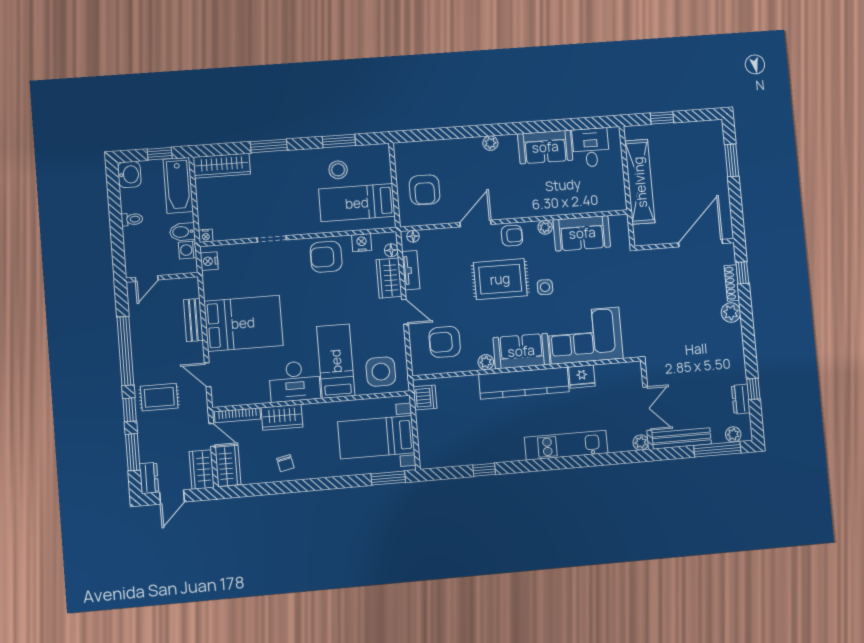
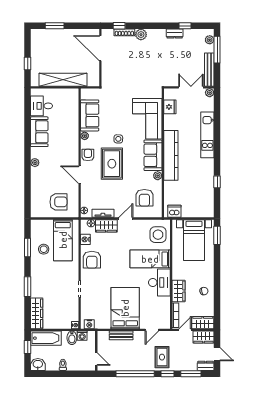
fridge: (582, 376) -> (170, 107), moved
dresser: (741, 399) -> (175, 34), moved

